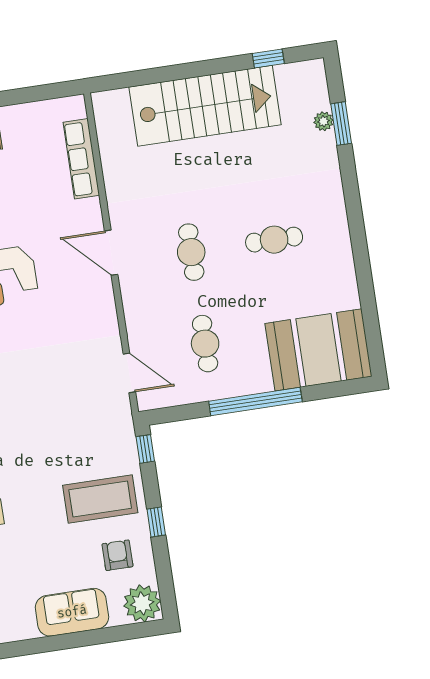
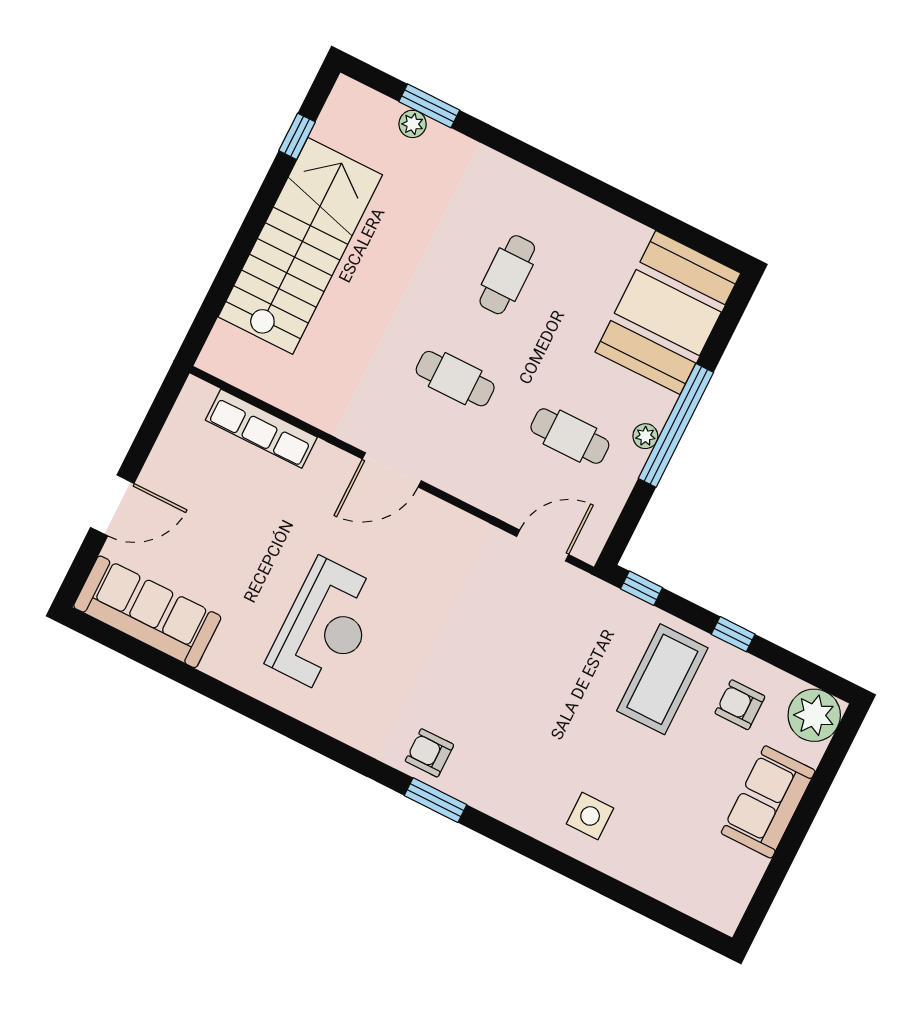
plant: (236, 388) -> (645, 436), added

